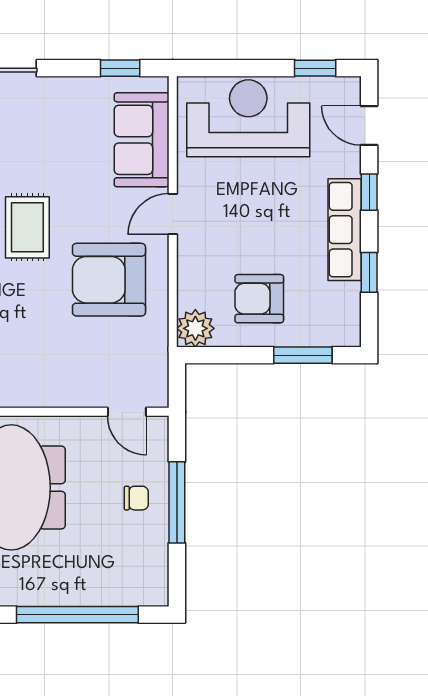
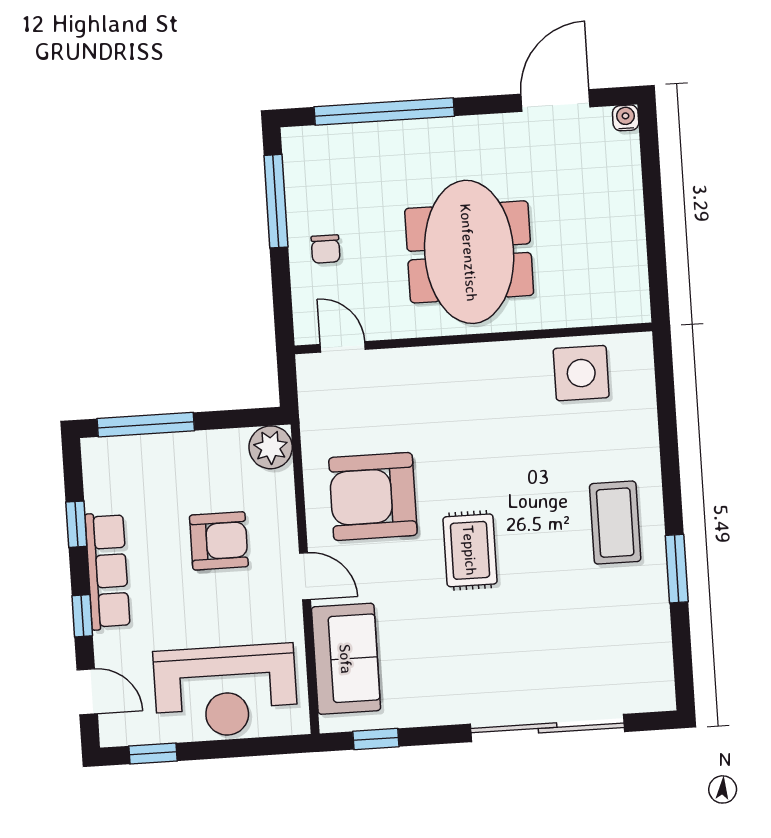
door: (173, 214) -> (305, 576), hinge flipped
armchair: (109, 280) -> (373, 496), turned 180
armchair: (259, 299) -> (219, 541), moved
window: (303, 355) -> (146, 425), width x1.44
chair: (136, 498) -> (326, 249), turned -90
window: (177, 502) -> (276, 201), moved

